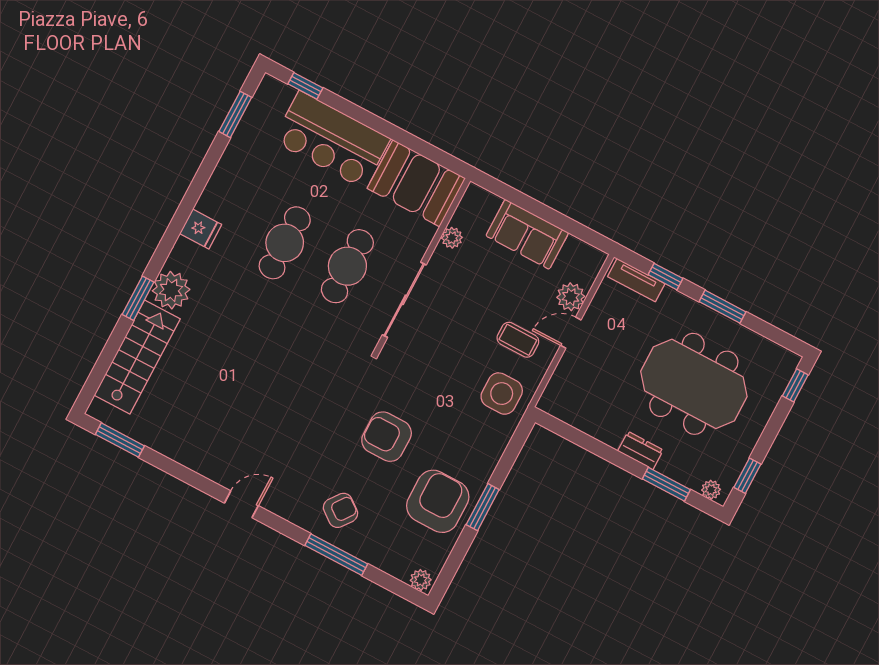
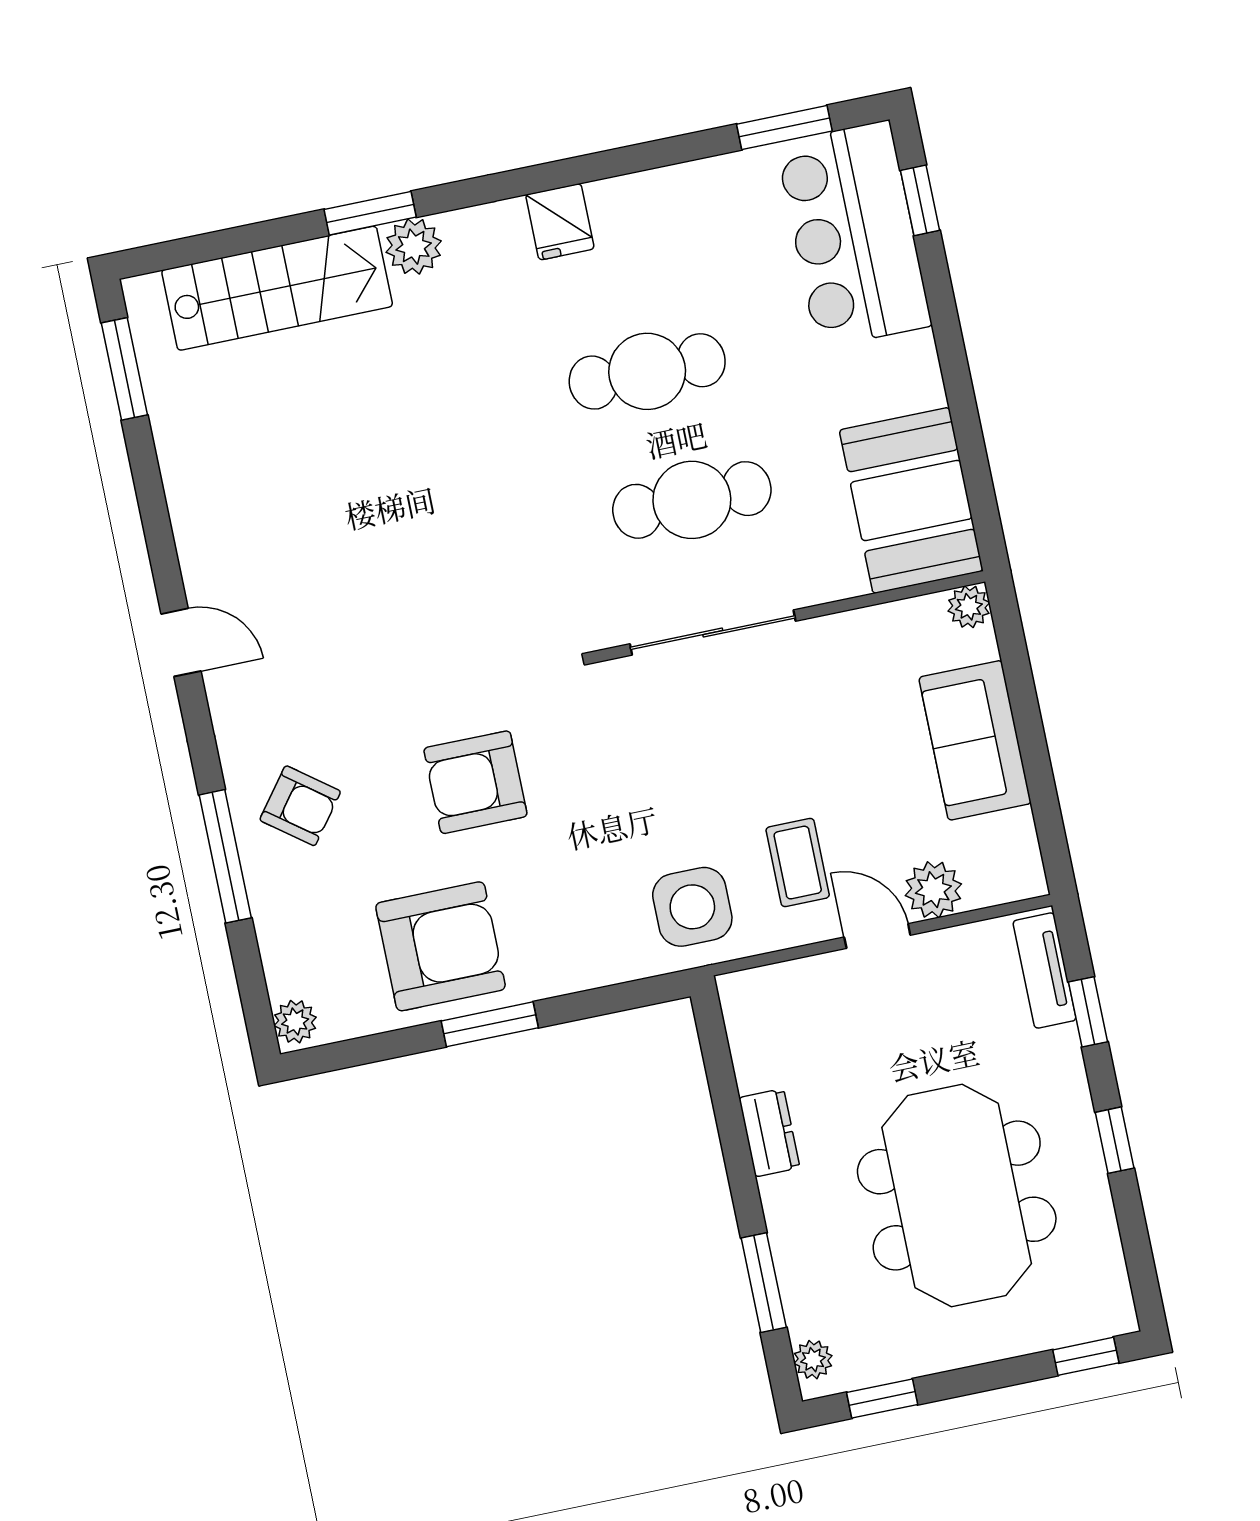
bar counter: (332, 140) -> (854, 234), moved
plant: (452, 238) -> (969, 607), moved
plant: (171, 290) -> (414, 247), width x0.73, depth x0.73
window: (722, 307) -> (1115, 1140), width x0.67
armchair: (387, 437) -> (475, 782), turned -90
dresser: (640, 450) -> (769, 1133), moved

